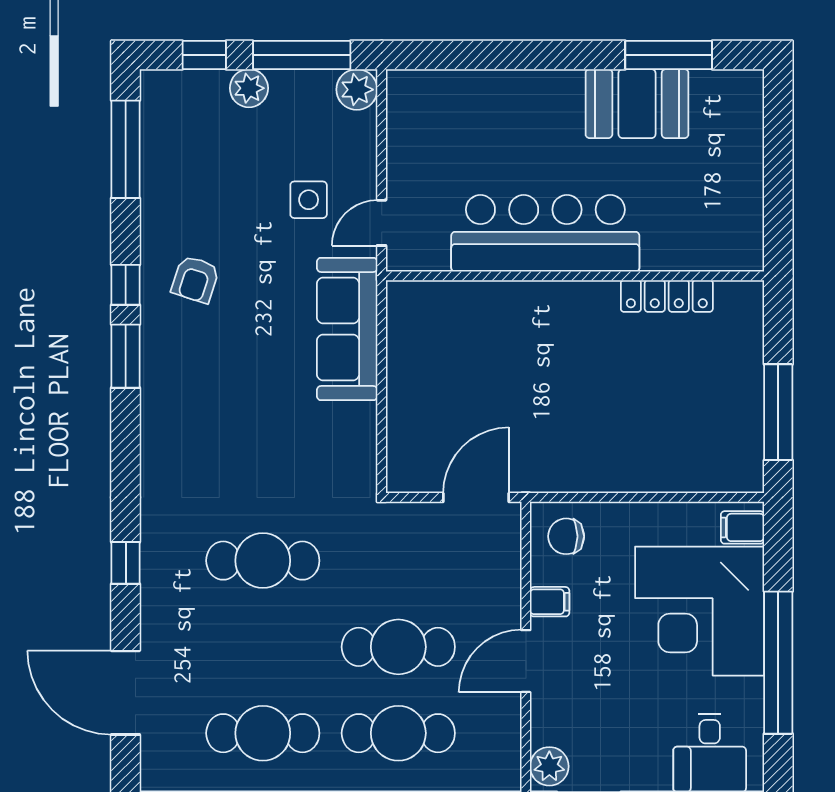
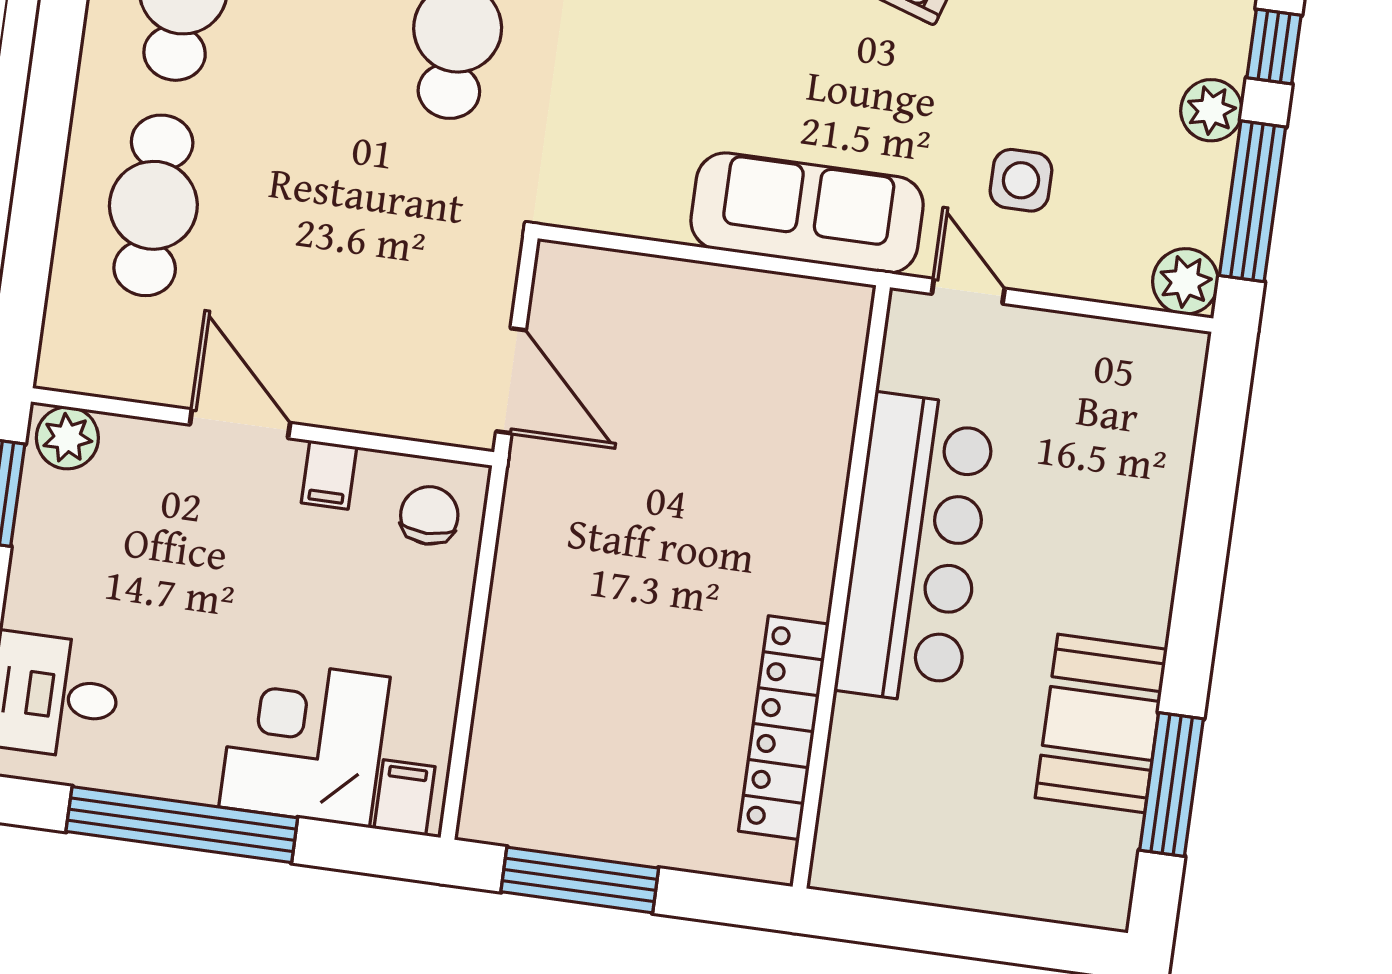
locker: (667, 296) -> (784, 728), width x1.41, depth x1.21
corner desk: (700, 611) -> (304, 742), width x0.74, depth x0.74
cafe table: (398, 647) -> (291, 224), removed

